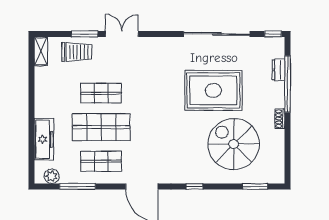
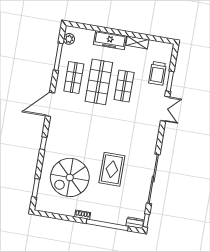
shelving: (41, 51) -> (137, 42), moved
dresser: (279, 70) -> (135, 223), moved
rug: (213, 90) -> (112, 169), width x0.73, depth x0.69
freezer: (44, 139) -> (110, 40), moved
spiral stairs: (234, 144) -> (70, 177), turned 180

